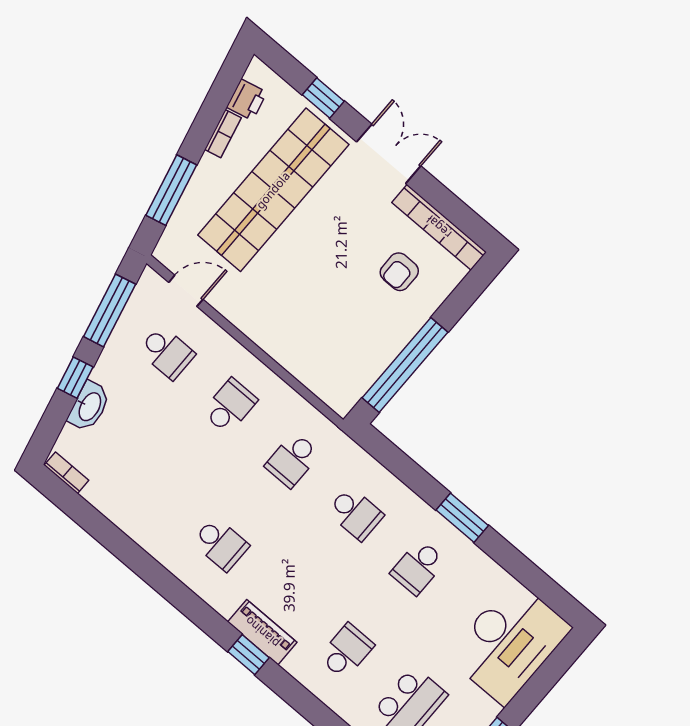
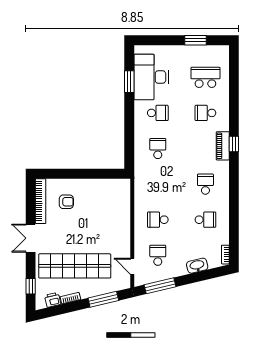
window: (323, 98) -> (31, 286), moved
window: (405, 365) -> (95, 174), removed
window: (75, 378) -> (192, 278), removed
school desk: (293, 460) -> (205, 220), moved
window: (462, 518) -> (129, 82), moved
desk: (509, 642) -> (151, 77), moved, turned -90

